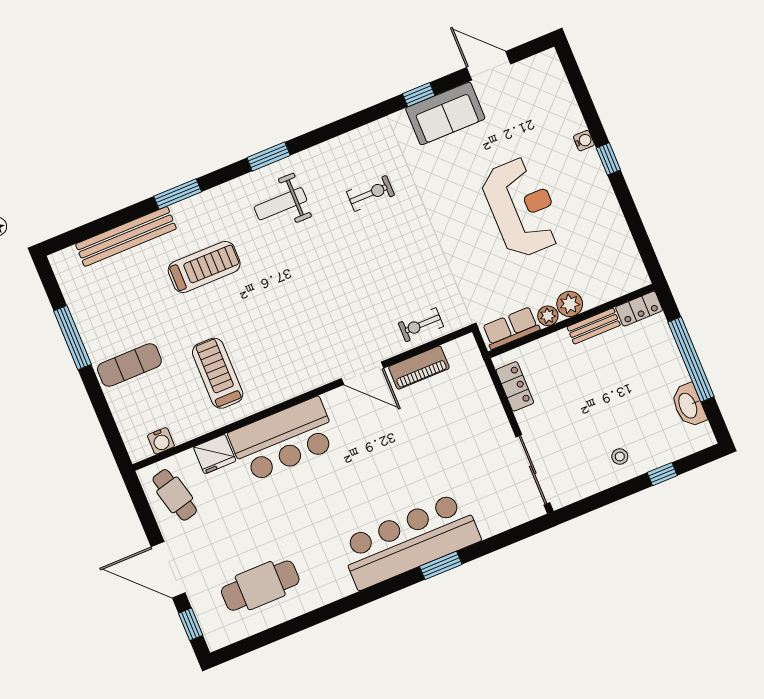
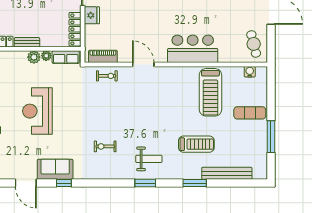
treadmill: (204, 267) -> (196, 144), turned 180
piano: (419, 368) -> (103, 56), moved
treadmill: (218, 373) -> (210, 92), width x1.37, depth x1.38
locker: (515, 386) -> (75, 29), width x1.53
fridge: (215, 454) -> (92, 15), moved, turned 90

